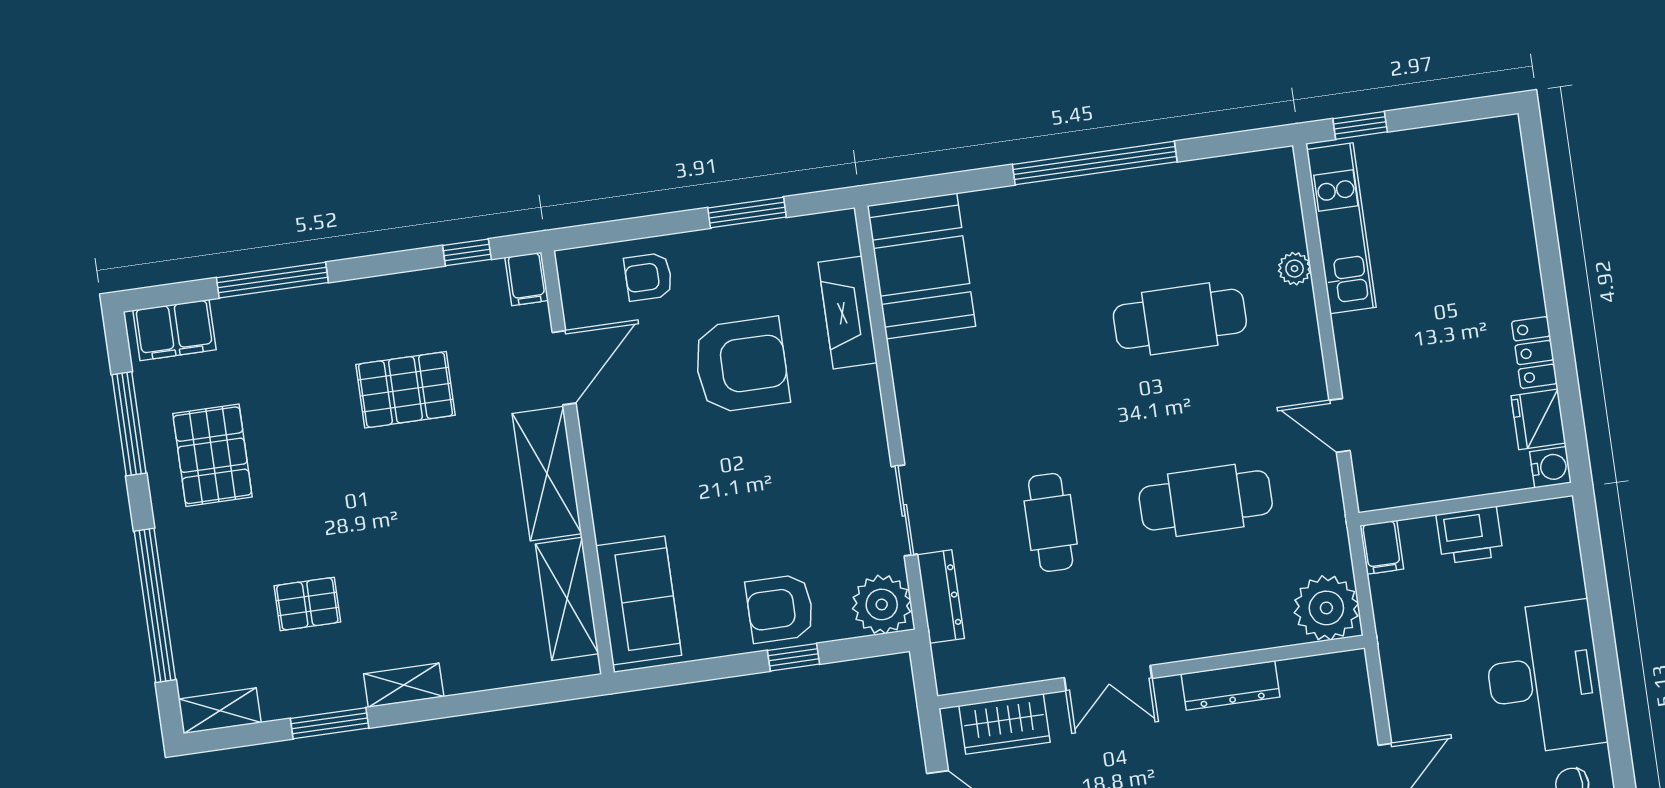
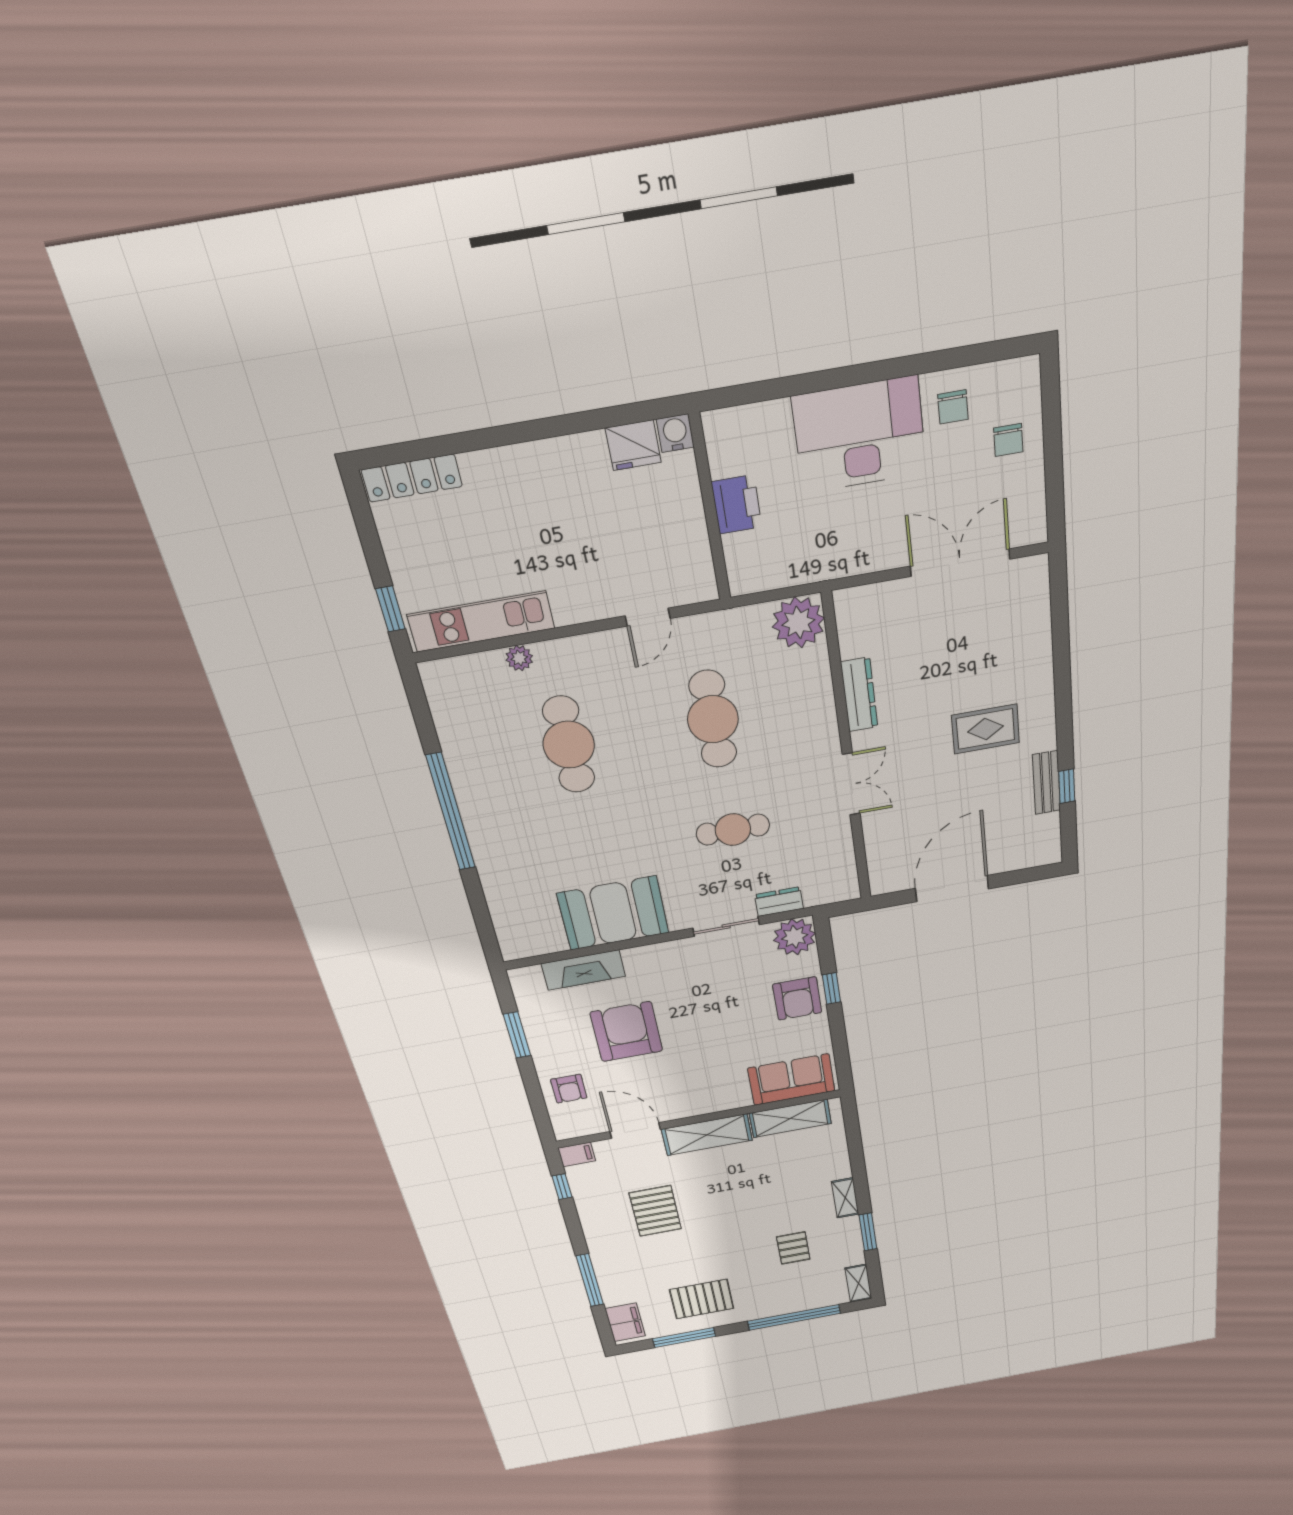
booth: (921, 266) -> (613, 913), moved
locker: (1534, 353) -> (412, 478), moved, width x1.53
filing cabinet: (1382, 547) -> (748, 579), removed
dresser: (941, 597) -> (779, 902), width x0.70
wardrobe: (1004, 724) -> (883, 853), removed

